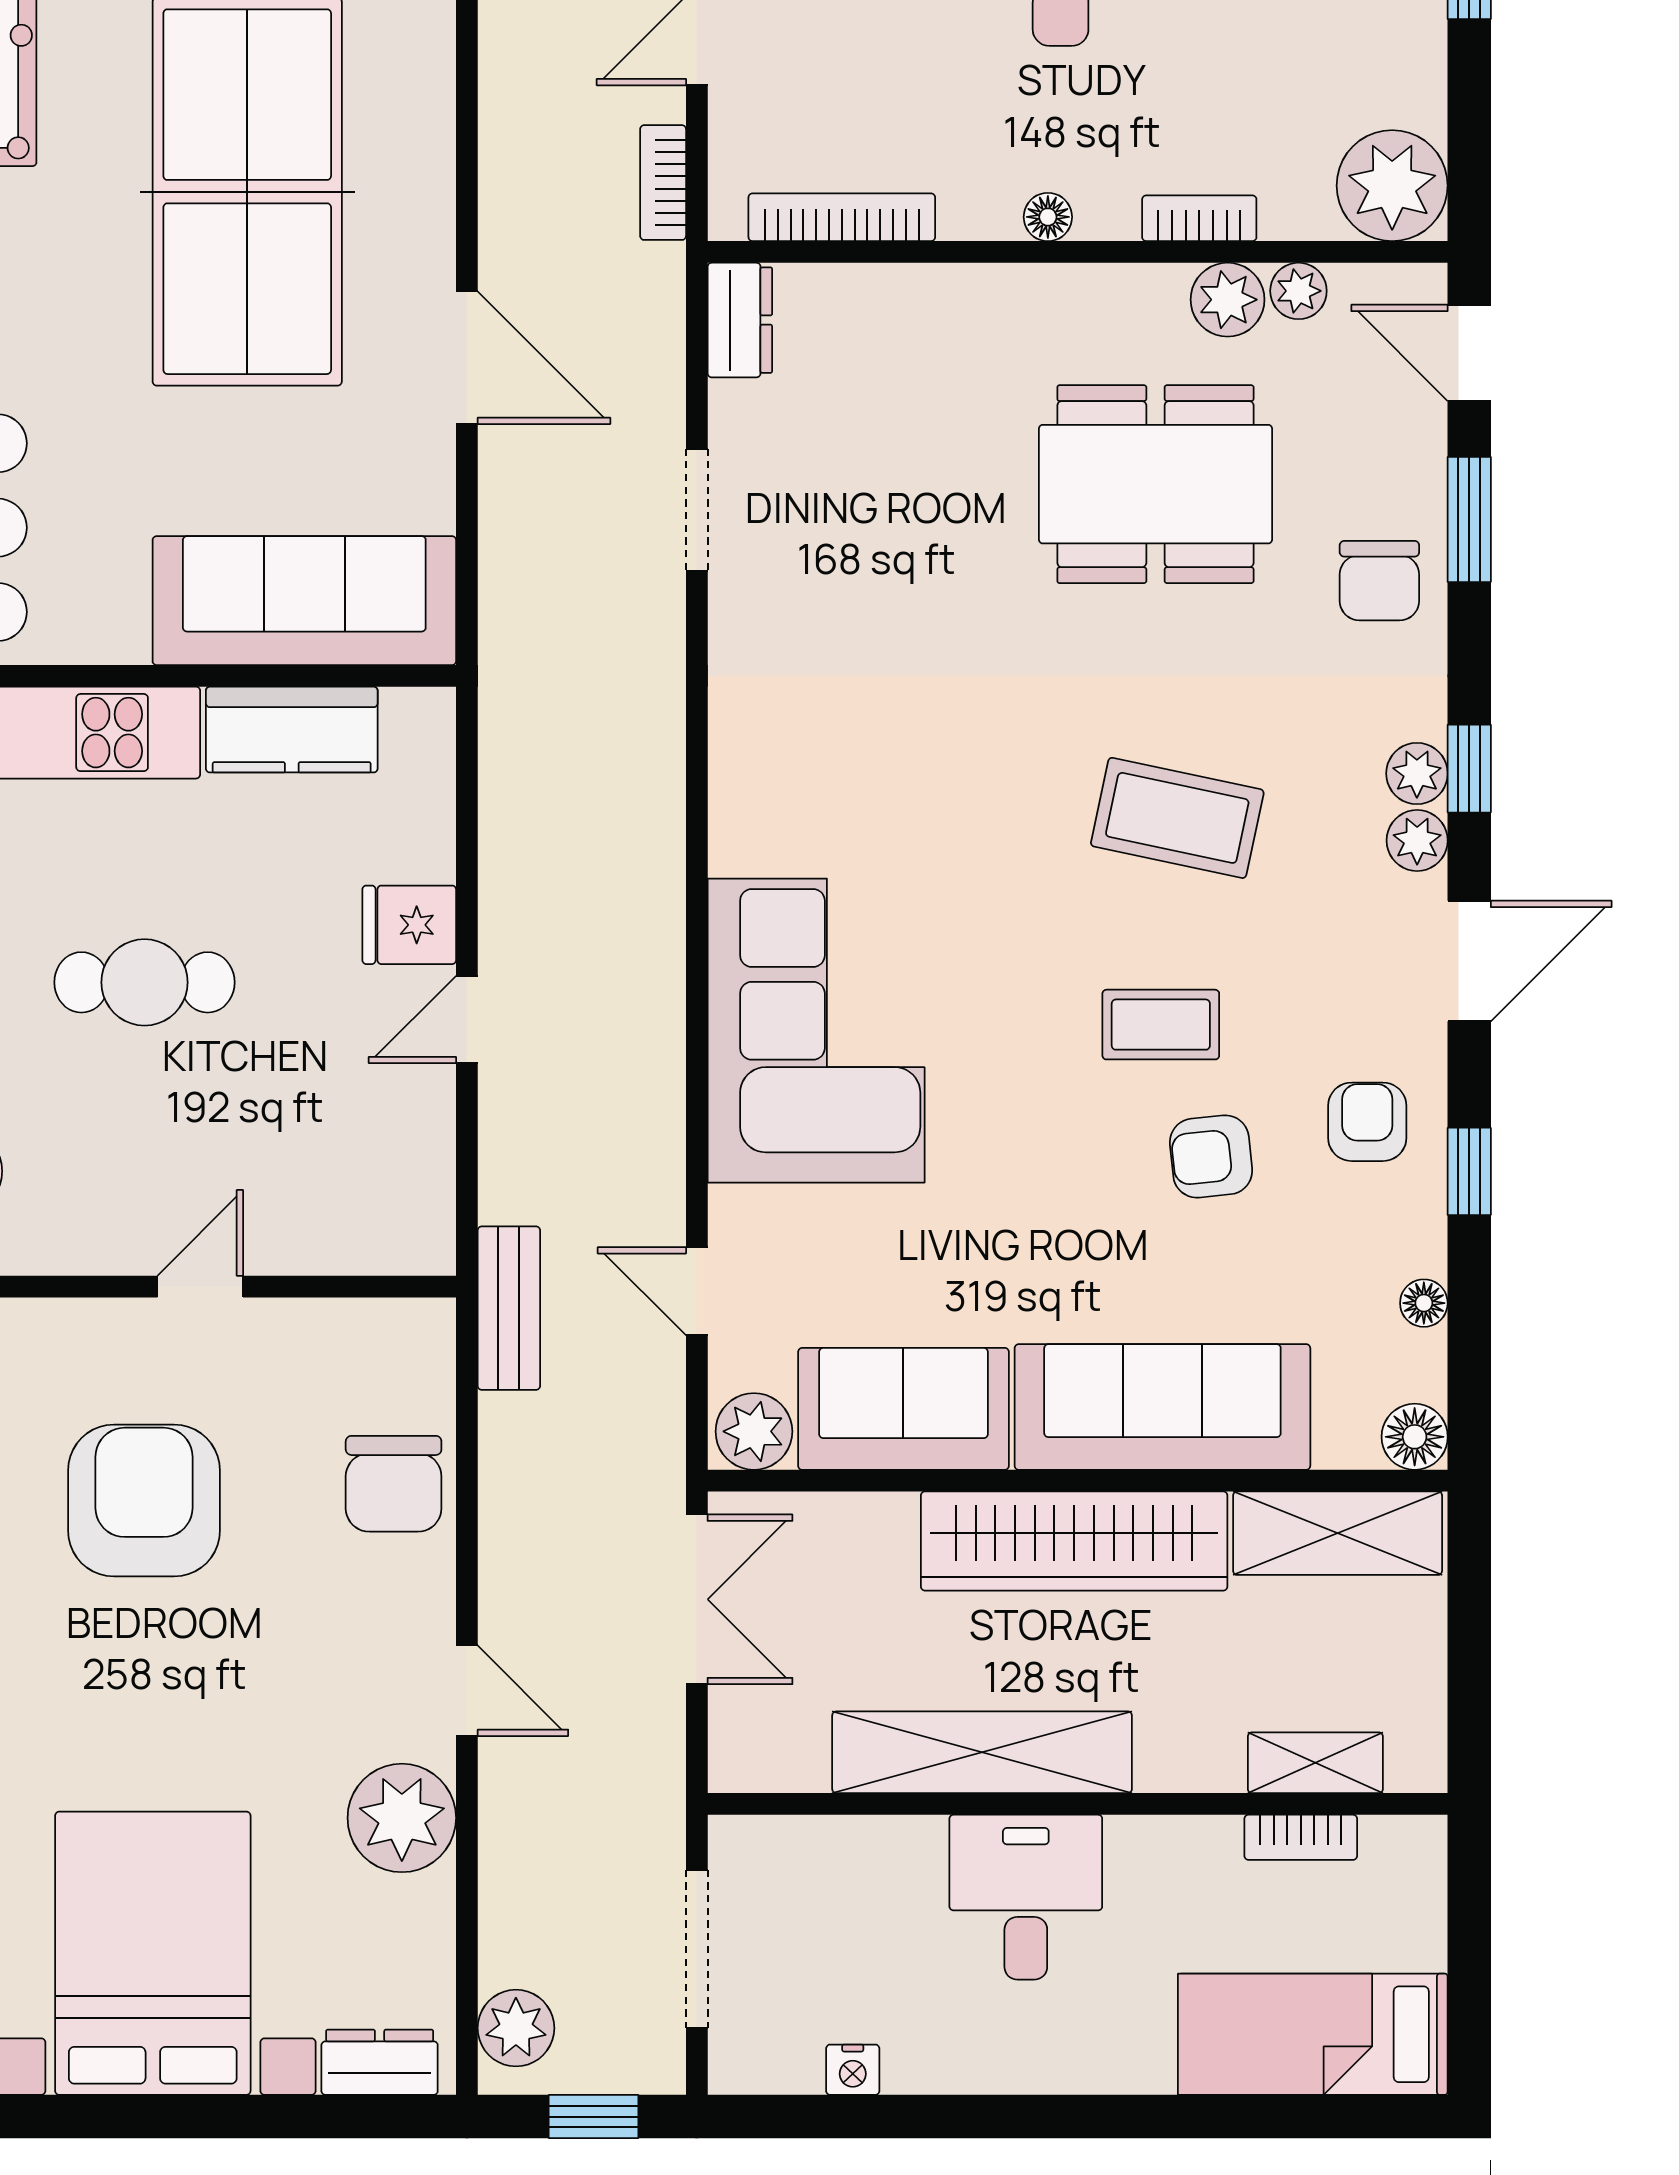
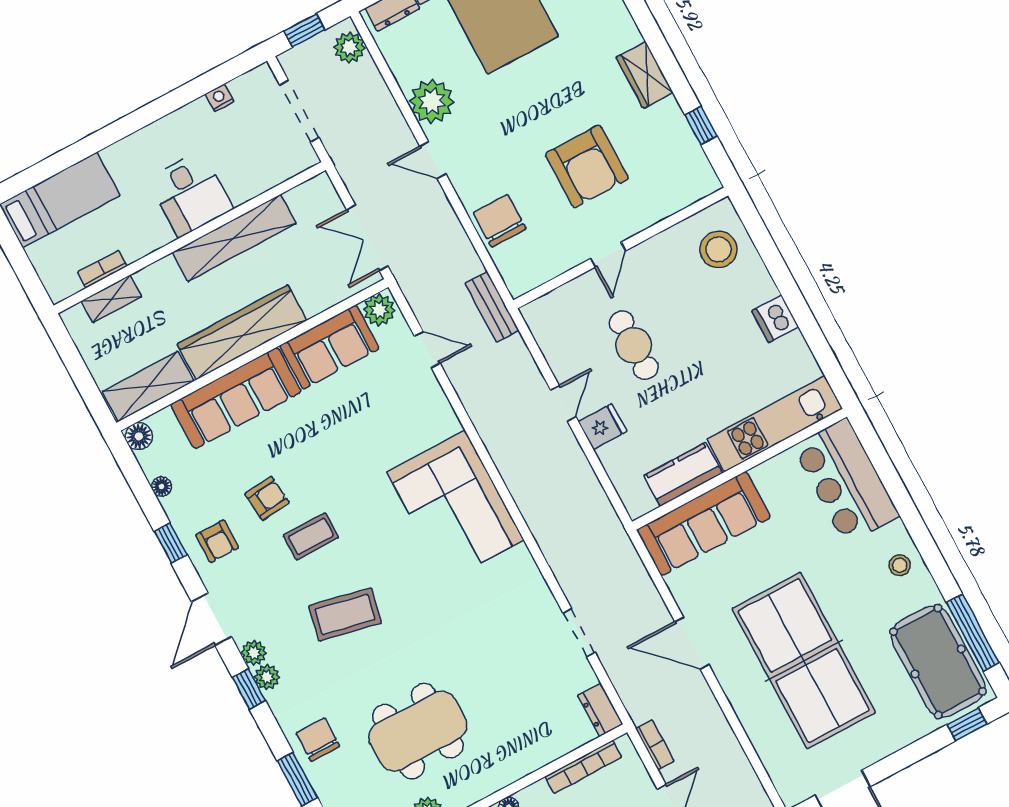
cafe table: (144, 982) -> (634, 345), moved, turned 90
corner sofa: (816, 1031) -> (455, 506), moved

